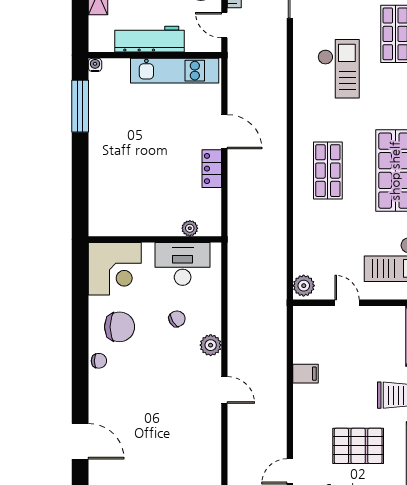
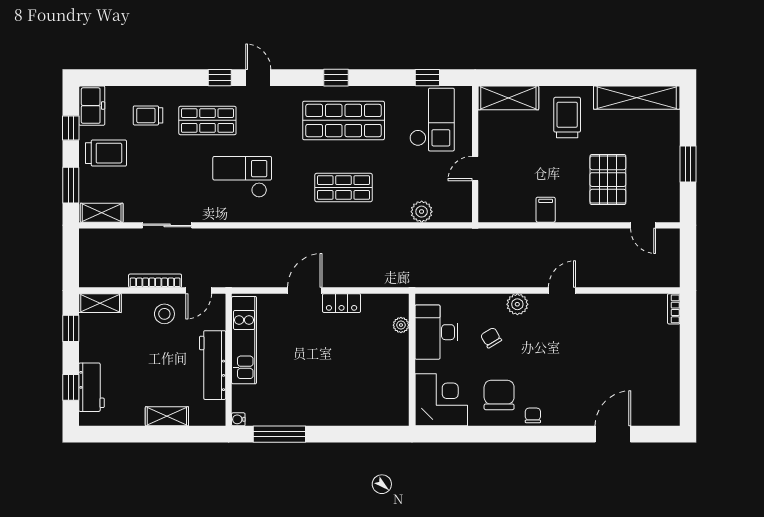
plant: (304, 286) -> (422, 212), moved
pallet: (358, 446) -> (608, 180), moved

